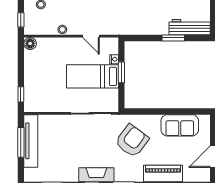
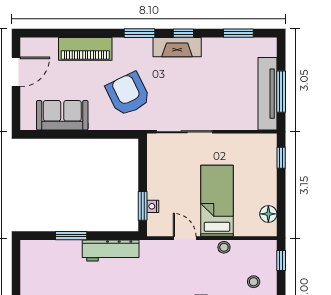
workbench: (190, 27) -> (111, 250), moved
floor lamp: (30, 43) -> (268, 214), moved
window: (121, 72) -> (143, 206), moved
bed: (92, 76) -> (217, 201), moved, turned -90
armchair: (132, 141) -> (128, 94), turned 117

